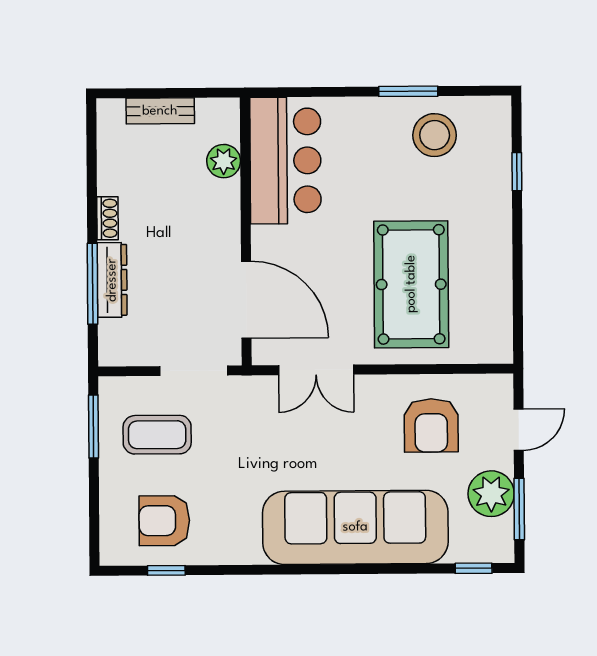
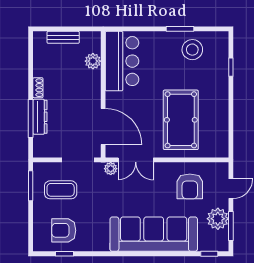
plant: (263, 389) -> (111, 169), added

